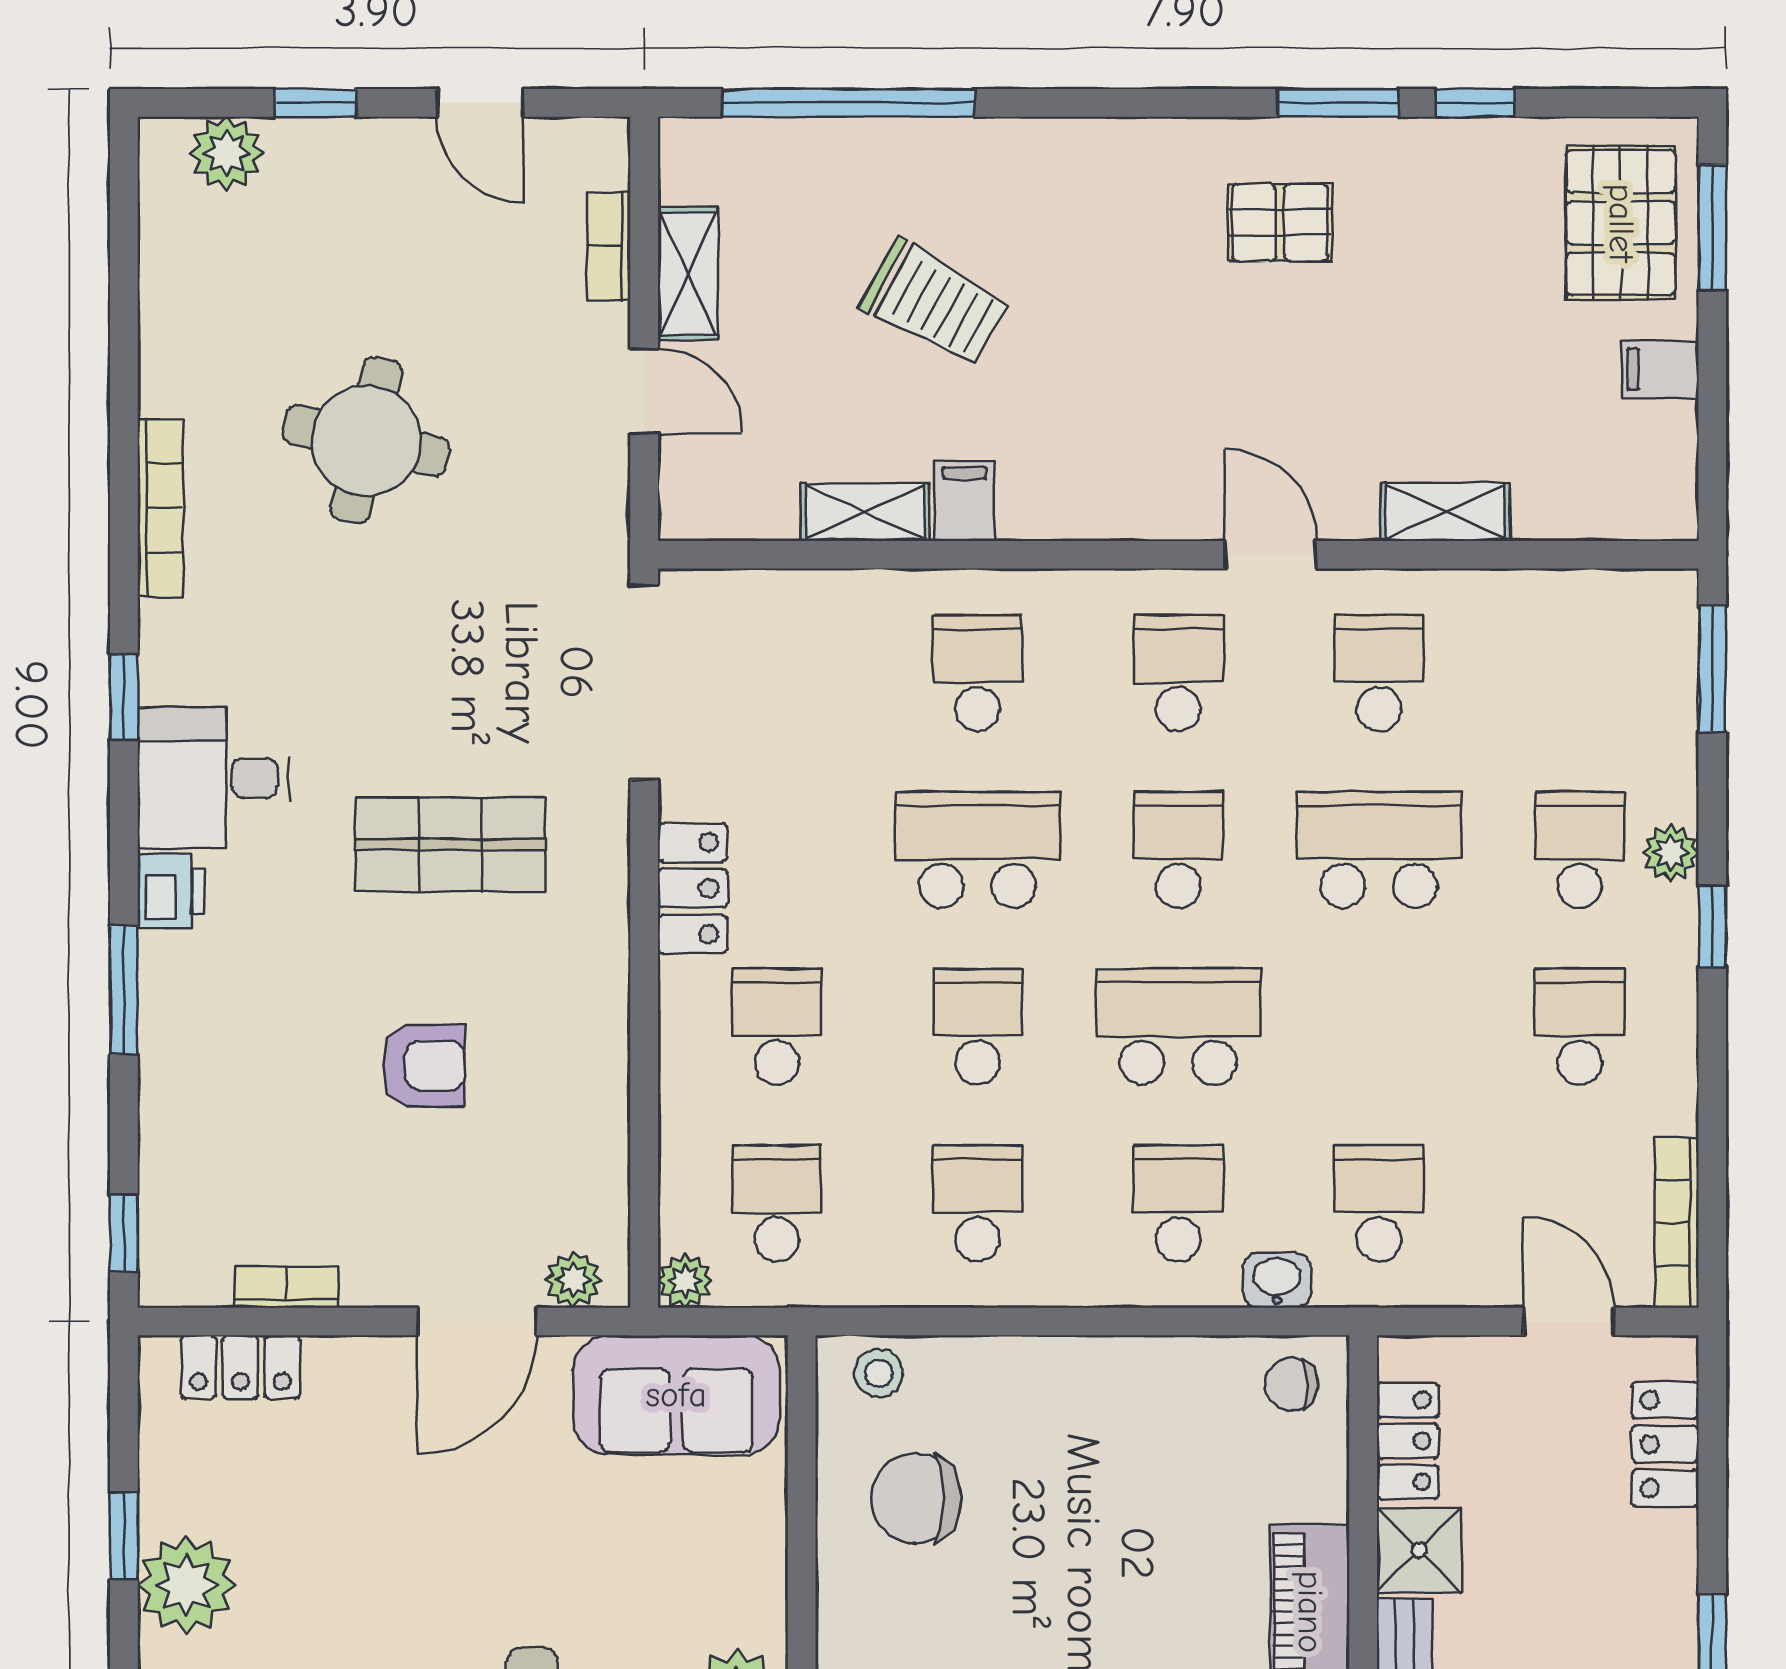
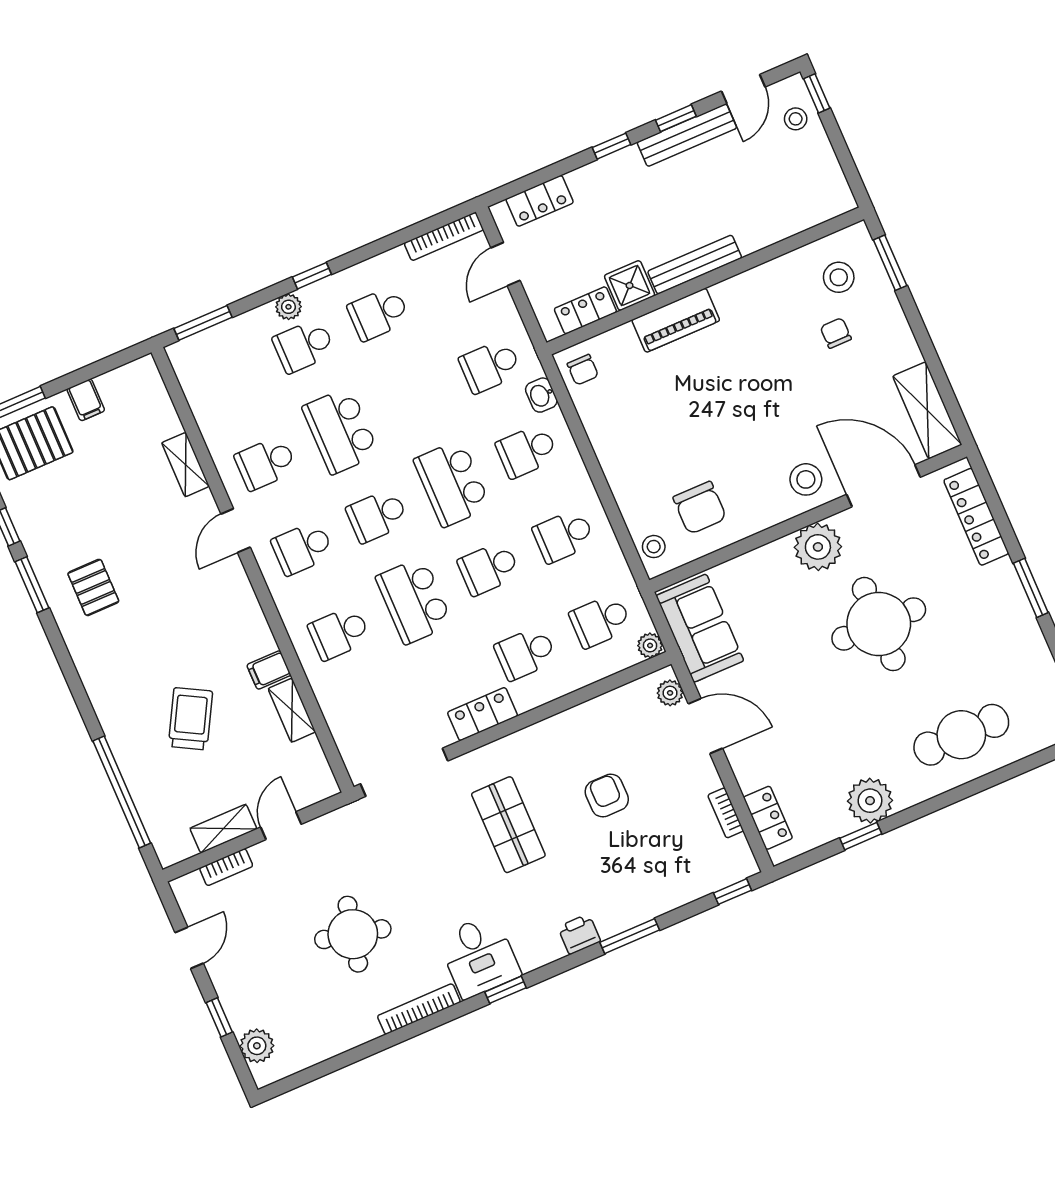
desk: (214, 778) -> (479, 956), moved

